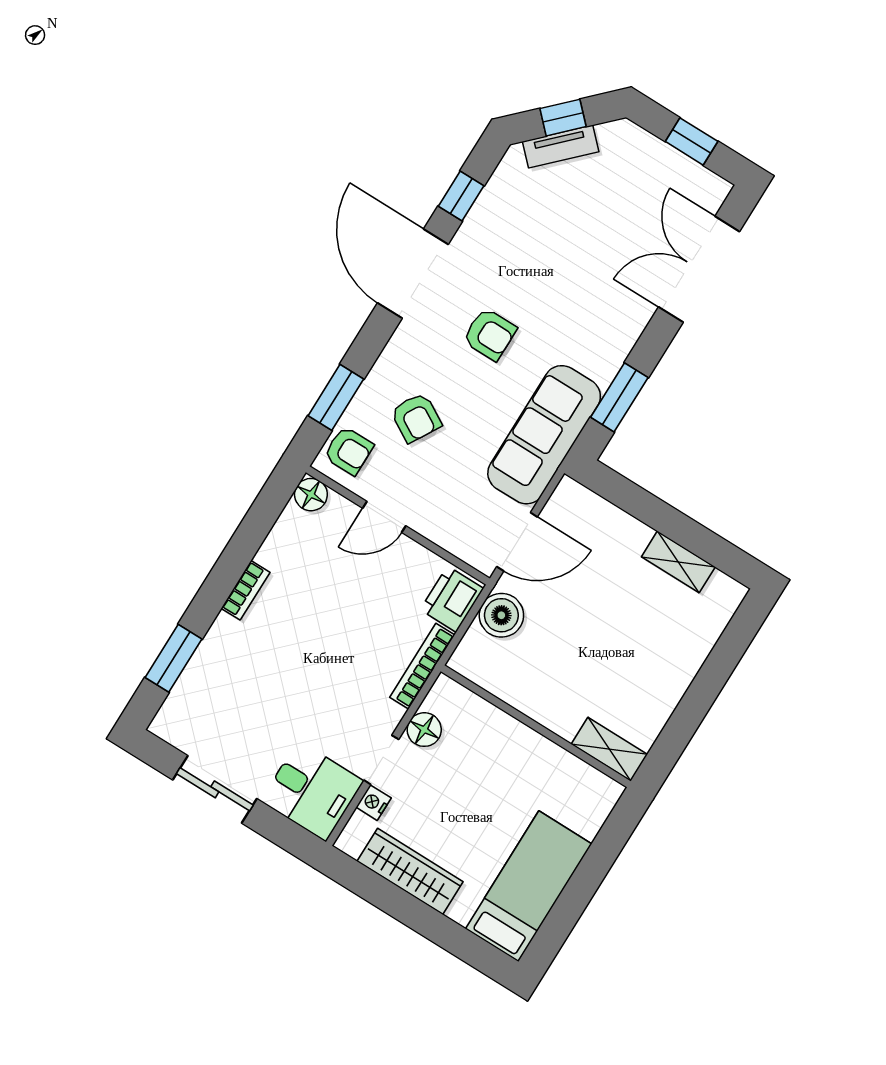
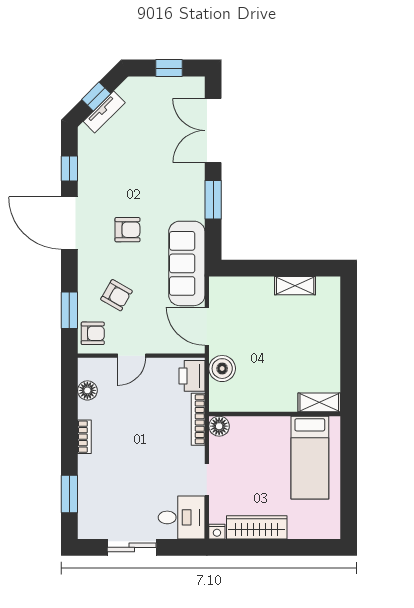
window: (619, 397) -> (213, 200), moved
floor lamp: (311, 495) -> (87, 390), moved
door: (517, 542) -> (207, 326), swing flipped
floor lamp: (424, 730) -> (219, 426), moved
nightstand: (374, 803) -> (217, 532), moved, turned -90
bed: (529, 886) -> (310, 458), moved, turned 180

